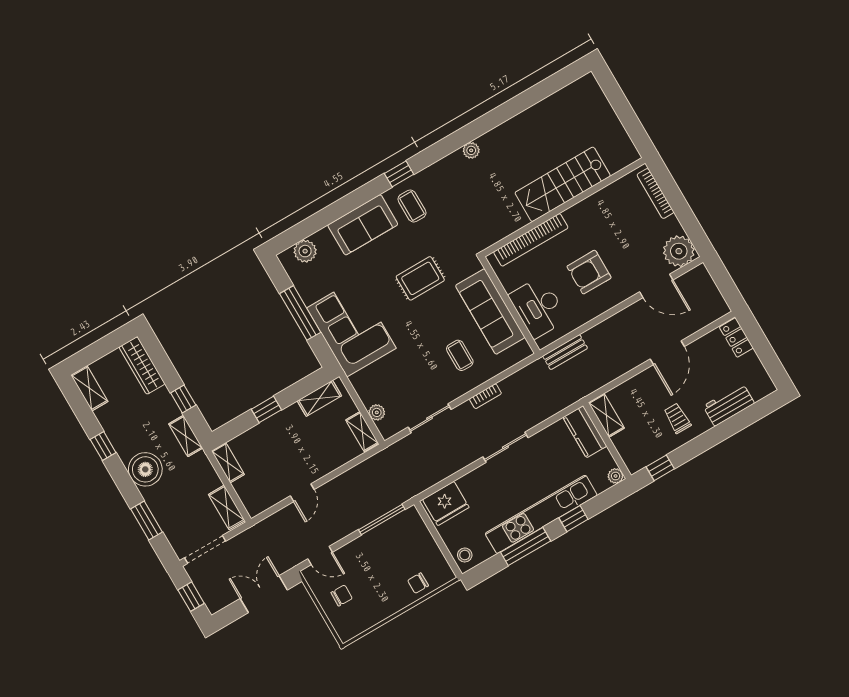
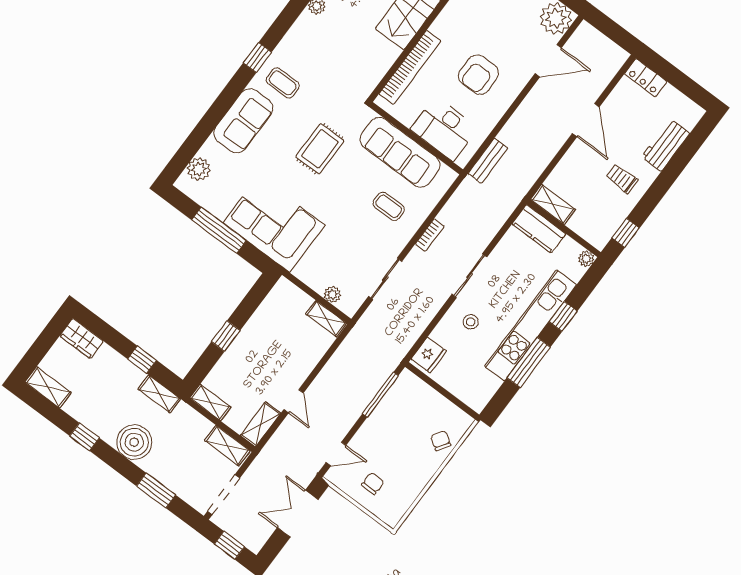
wardrobe: (142, 365) -> (81, 338), width x0.67
shelving: (319, 398) -> (260, 424), moved
fridge: (446, 503) -> (429, 355), width x0.73, depth x0.75
stool: (465, 555) -> (471, 322), moved
chair: (418, 583) -> (441, 441), turned 123

